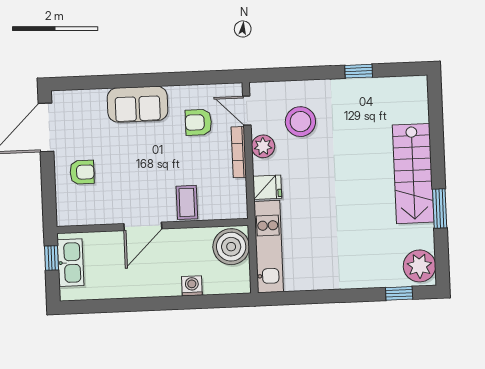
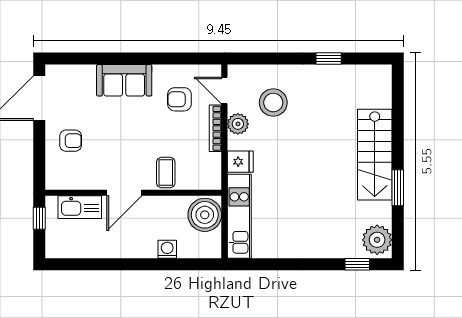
kitchen sink: (71, 263) -> (80, 207), moved, turned 90

